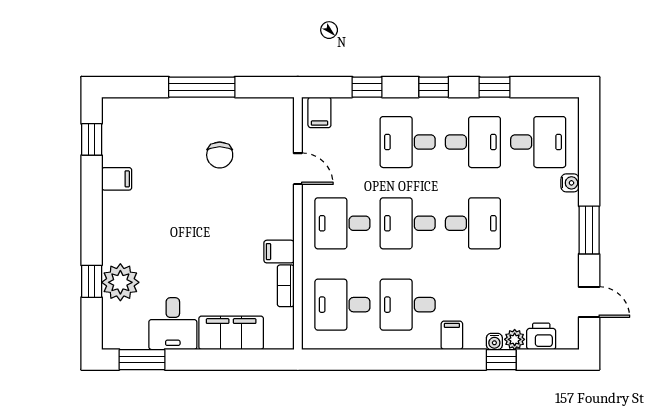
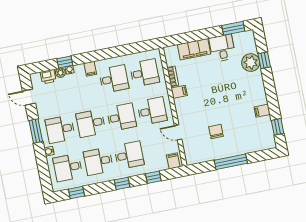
window: (495, 87) -> (76, 193), moved
desk: (538, 223) -> (60, 129), added

